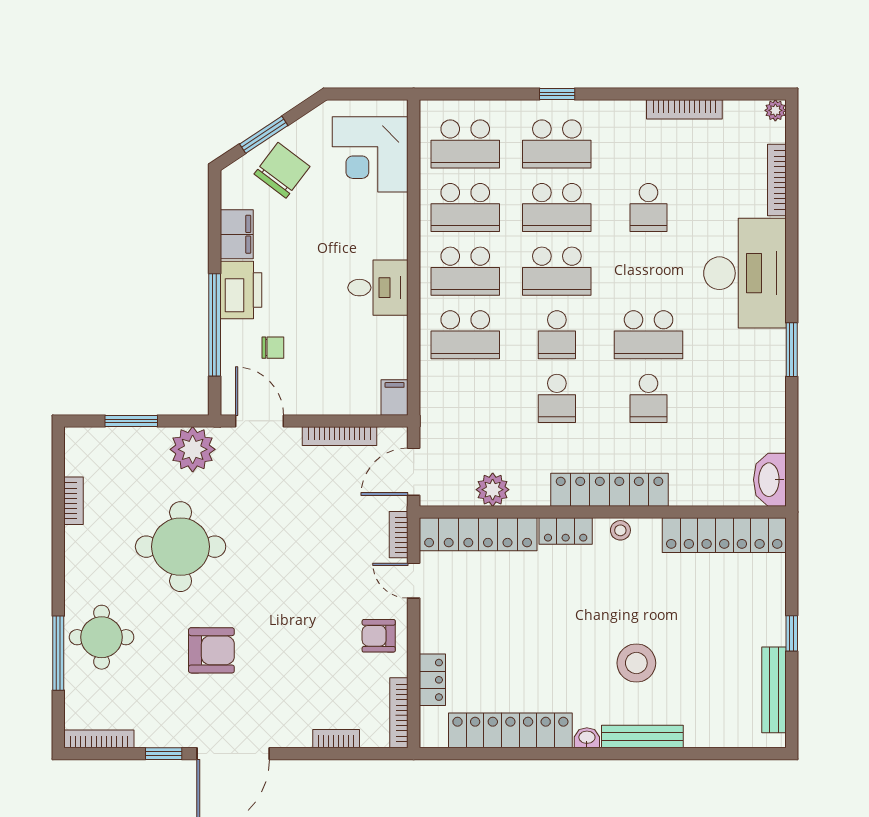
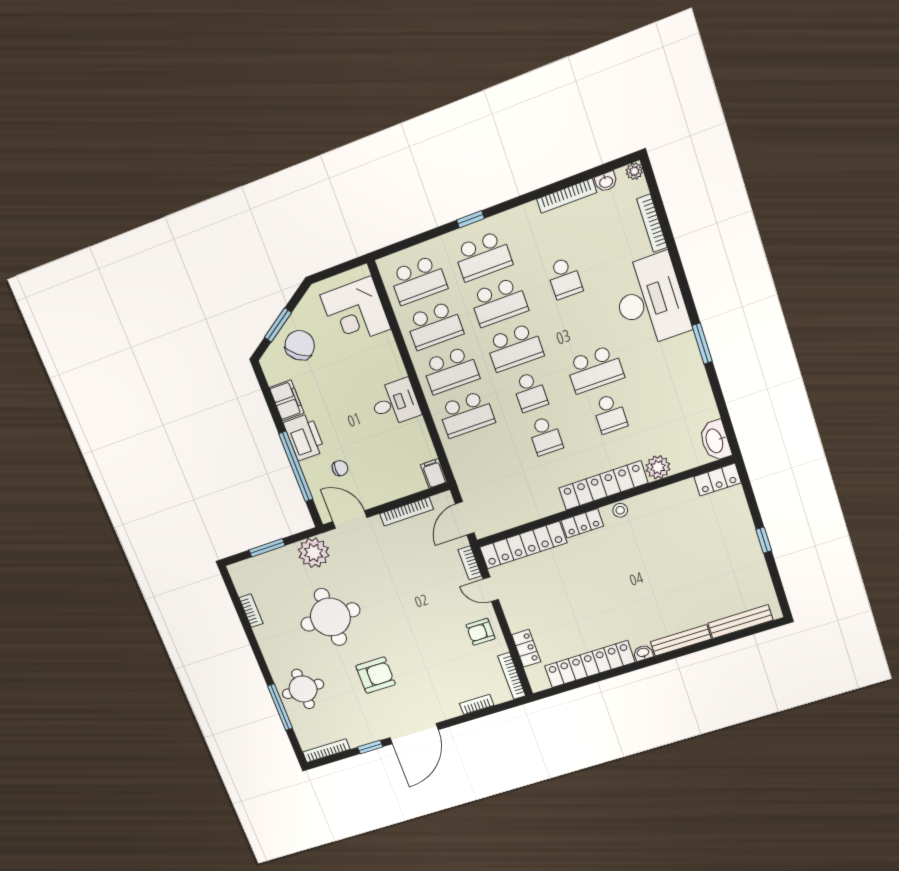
washbasin: (737, 110) -> (606, 182), added
plant: (493, 490) -> (658, 467), moved
locker: (724, 535) -> (718, 480), width x0.46, depth x0.83
stool: (636, 663) -> (661, 594), removed
bench: (774, 690) -> (740, 622), moved, turned 90

